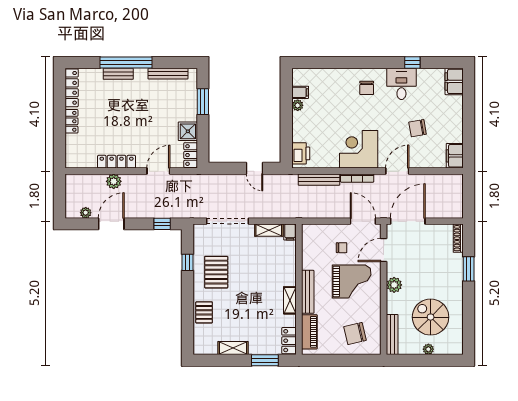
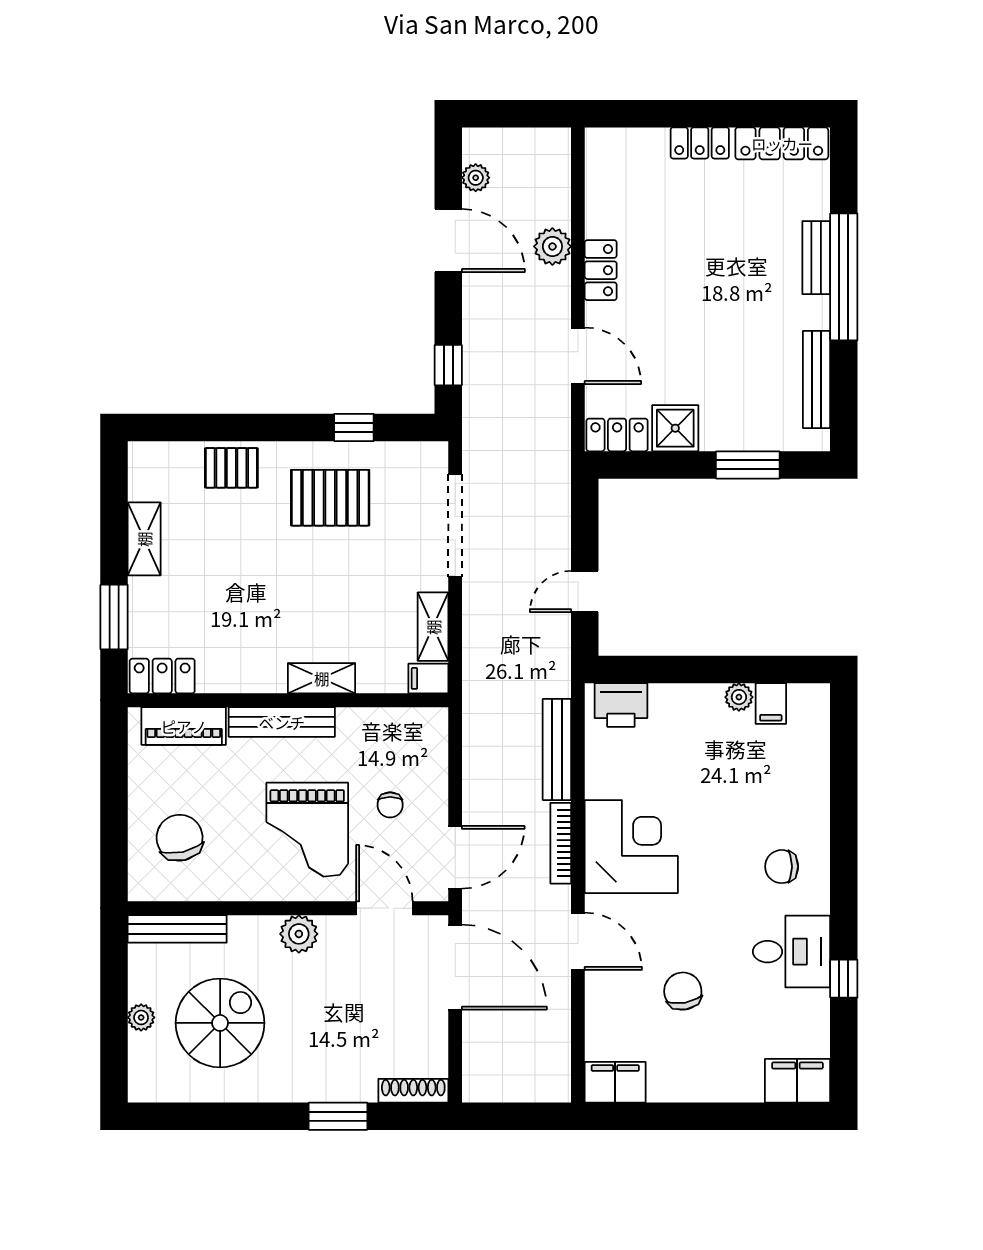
locker: (117, 162) -> (601, 270), width x0.66
shelving: (290, 300) -> (322, 678), moved

